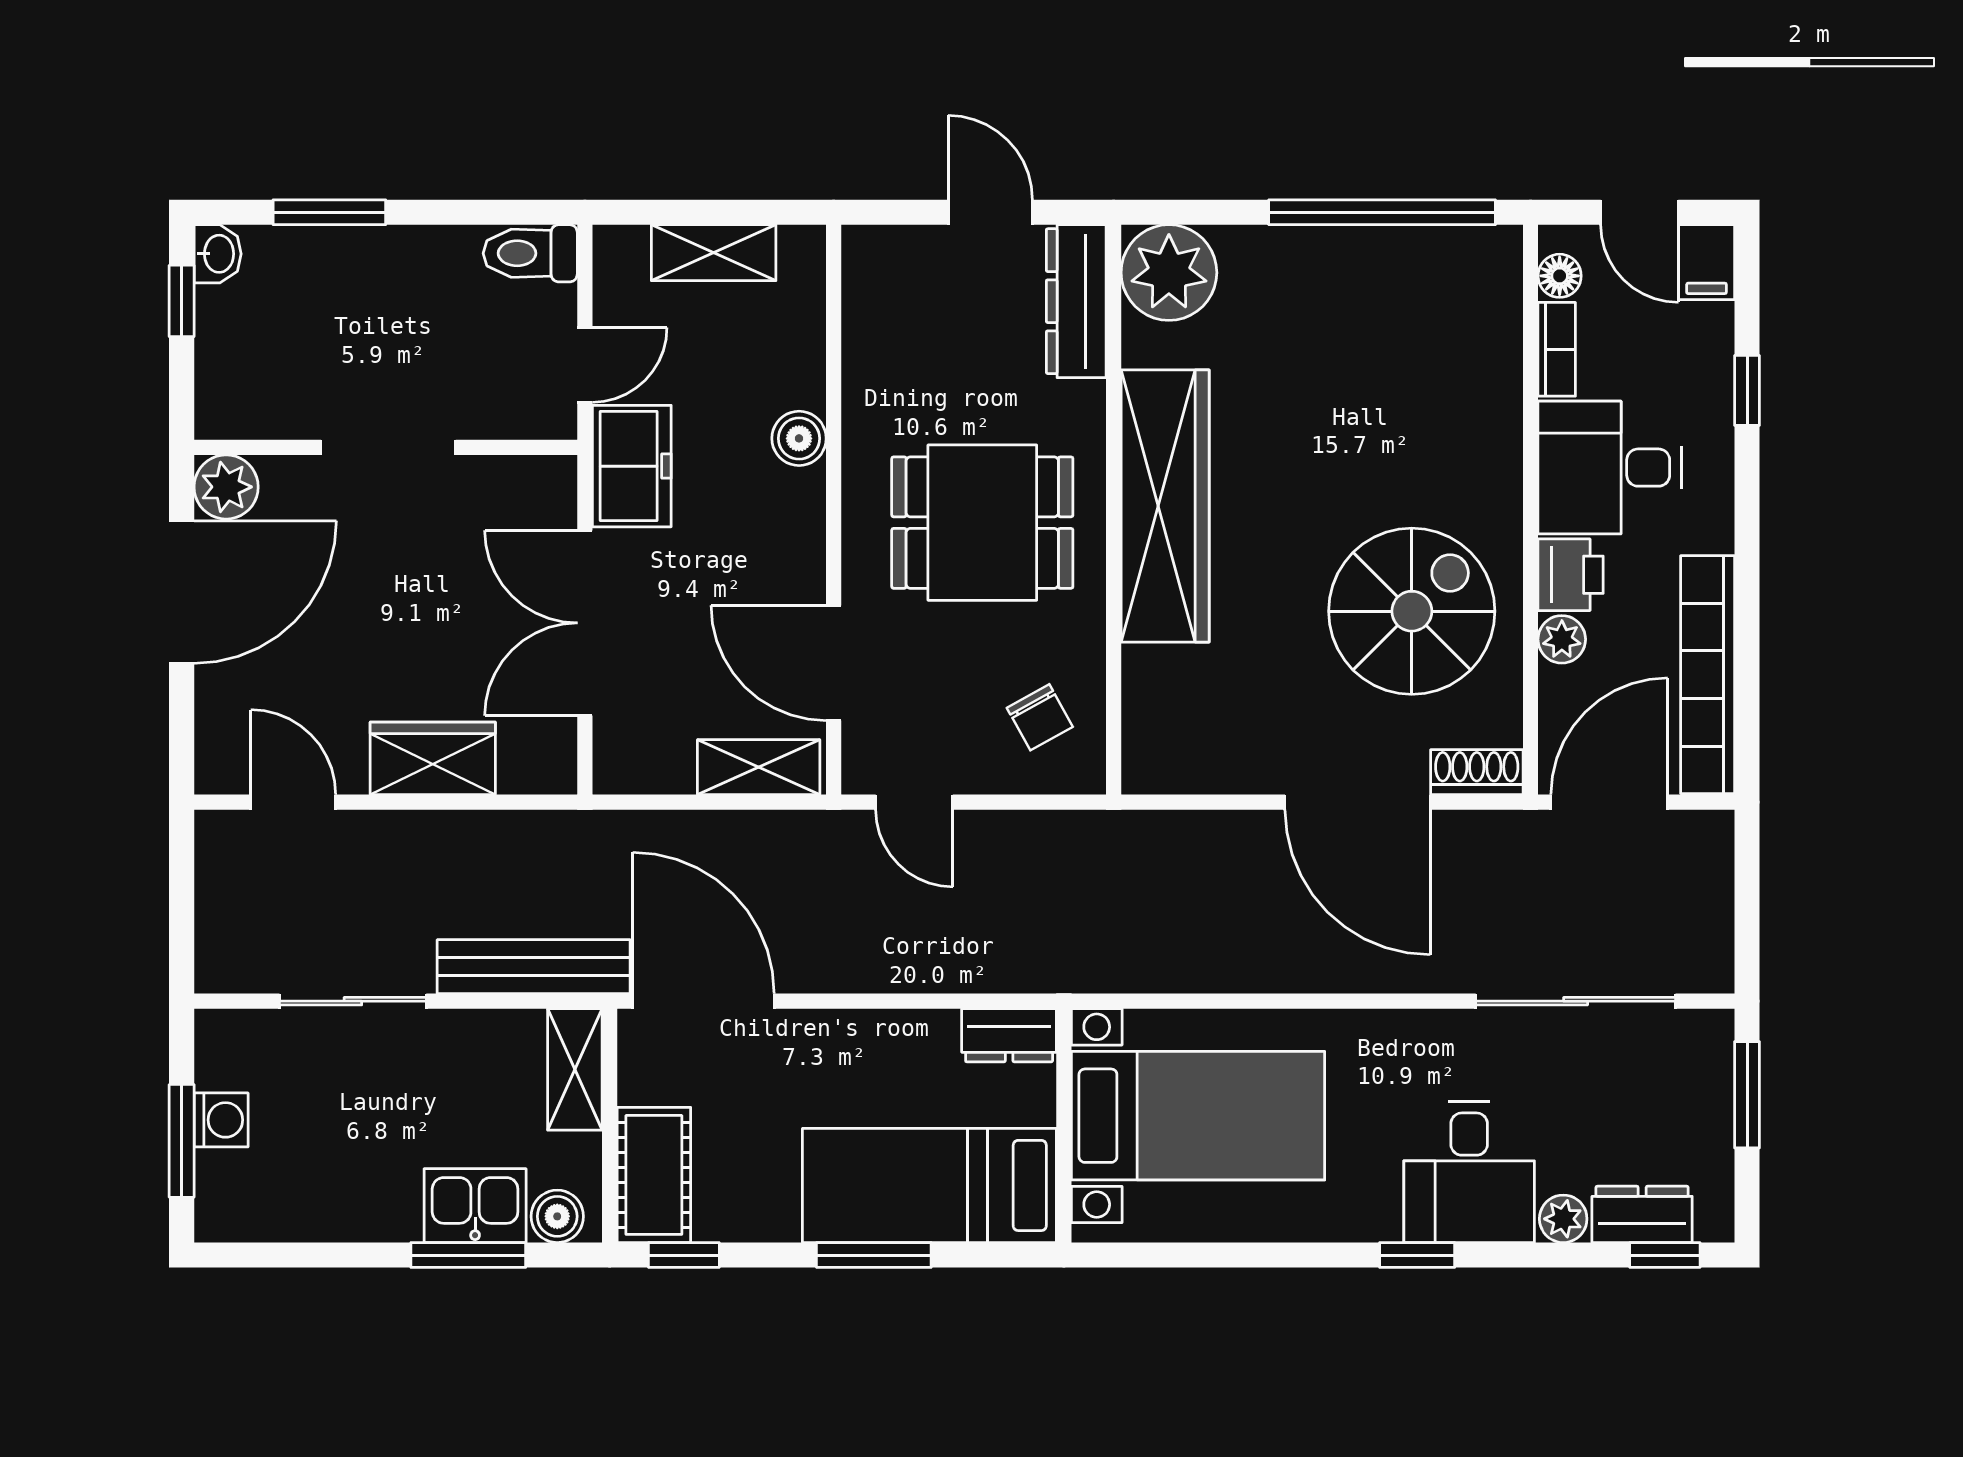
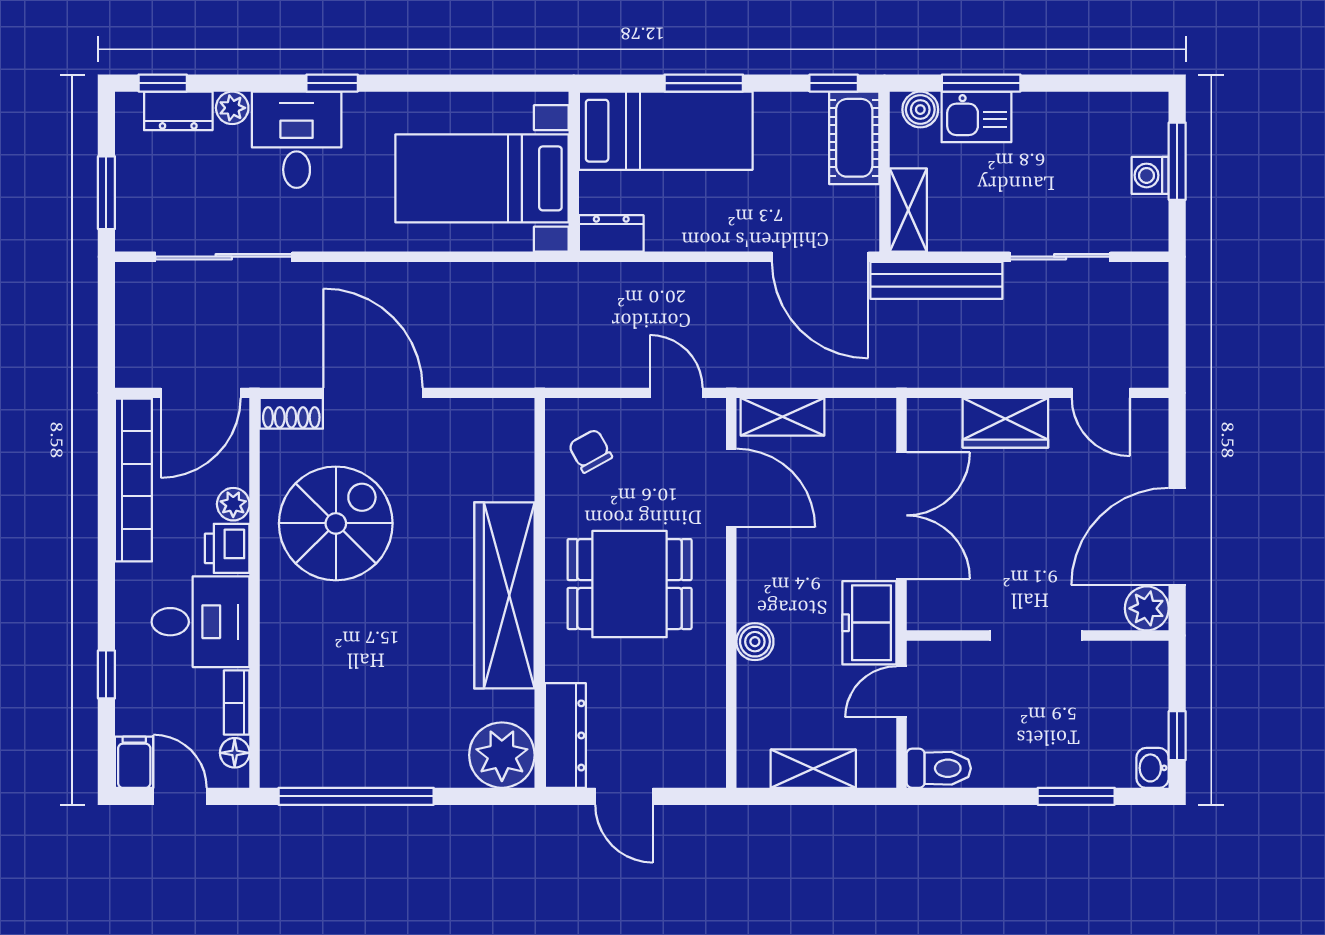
spiral stairs: (1412, 611) -> (336, 523), turned 180

